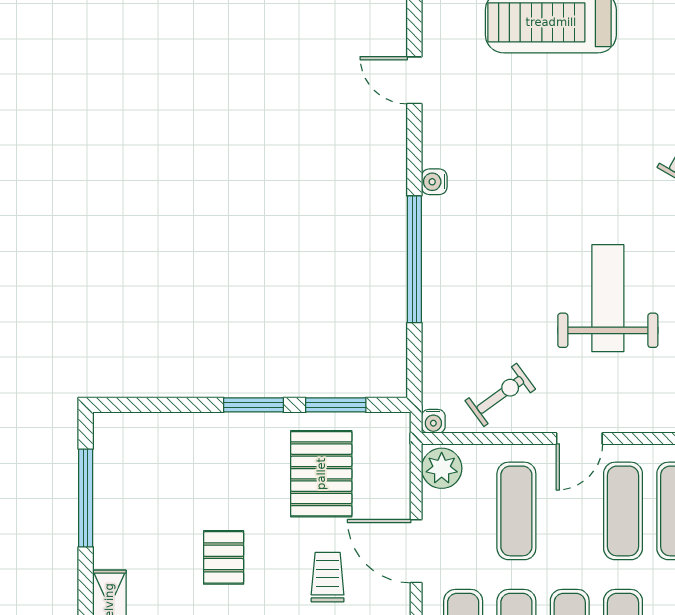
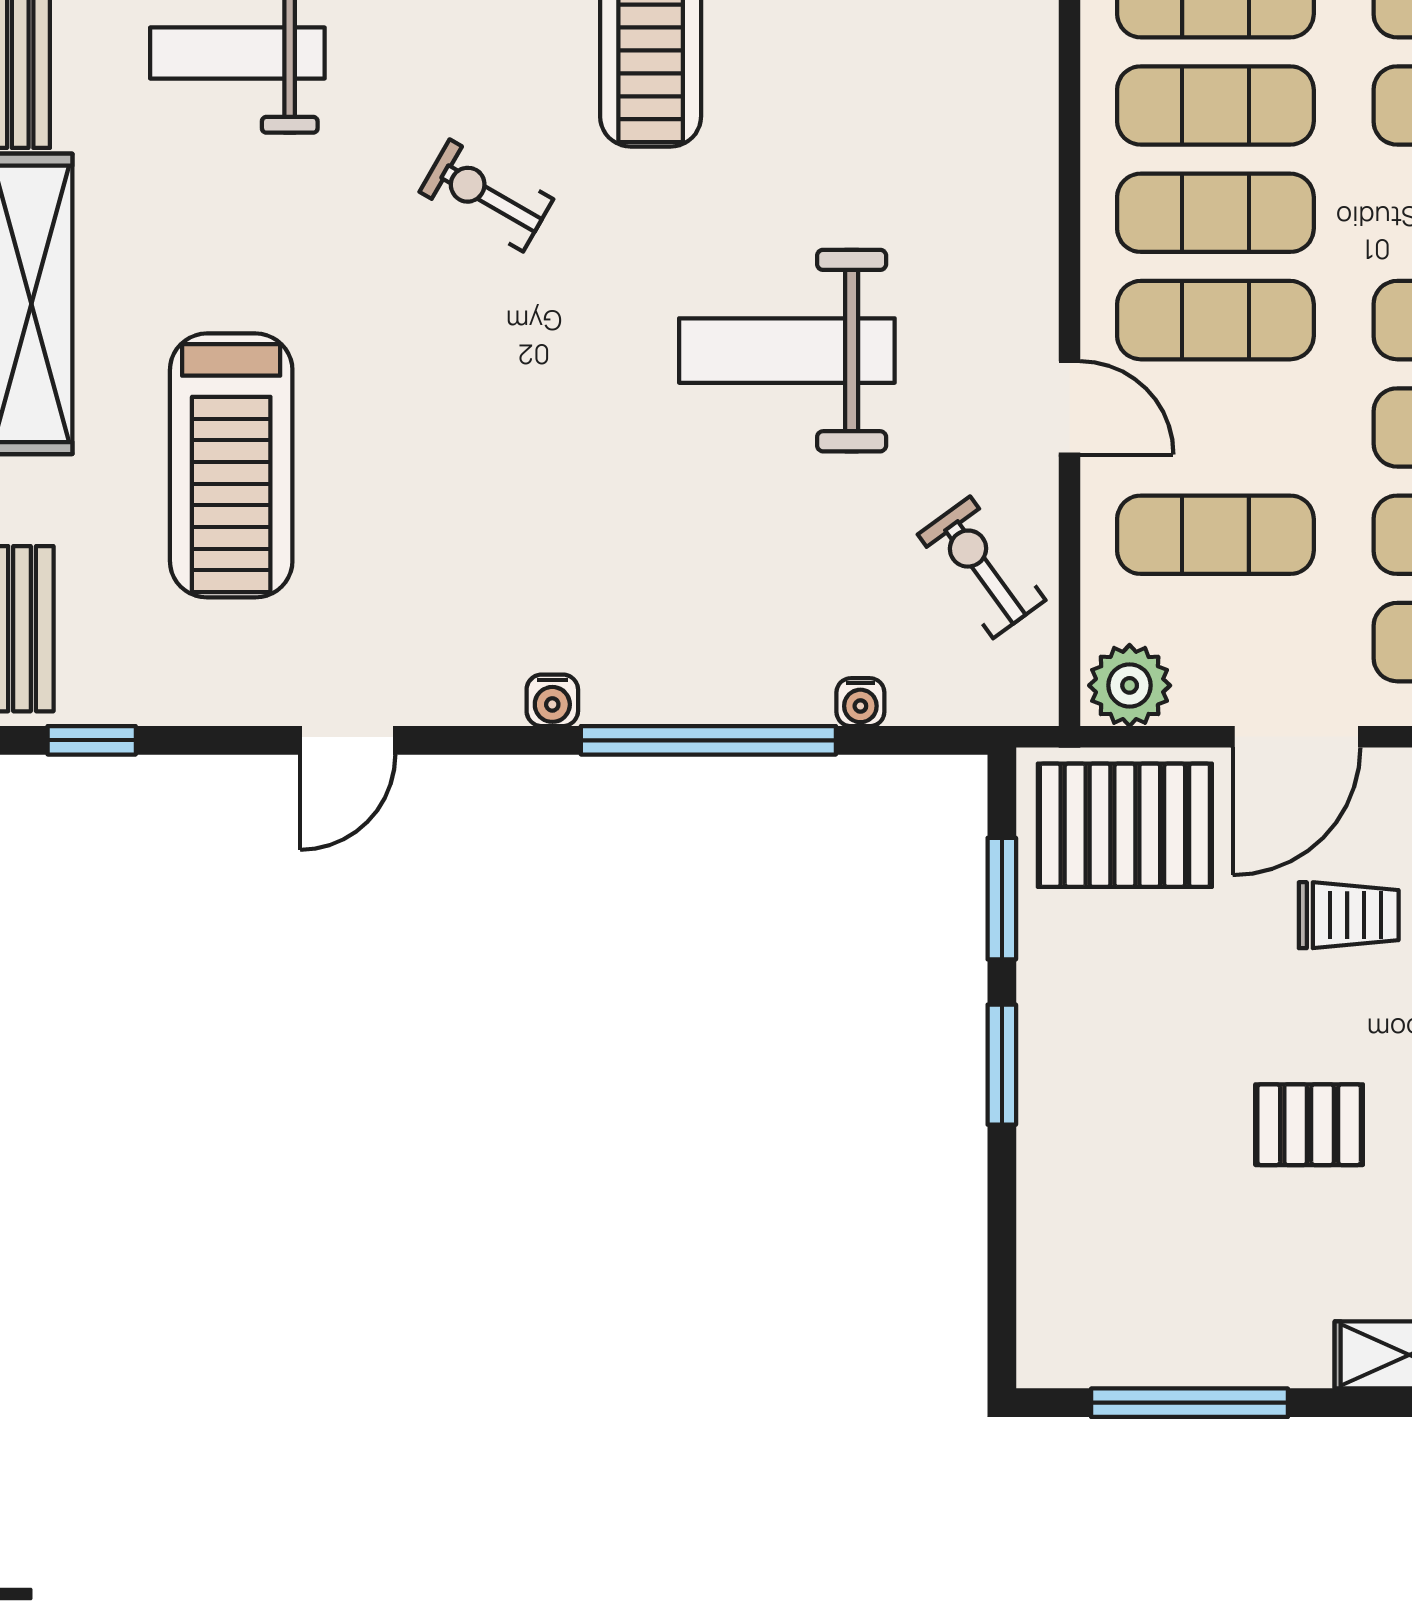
water cooler: (433, 421) -> (860, 702), moved, turned 90
pallet: (321, 474) -> (1125, 825), moved
trolley: (328, 577) -> (1349, 915), turned 180

